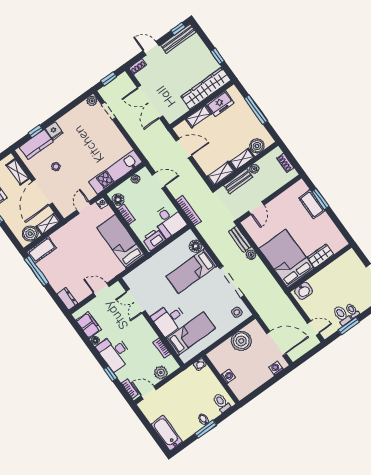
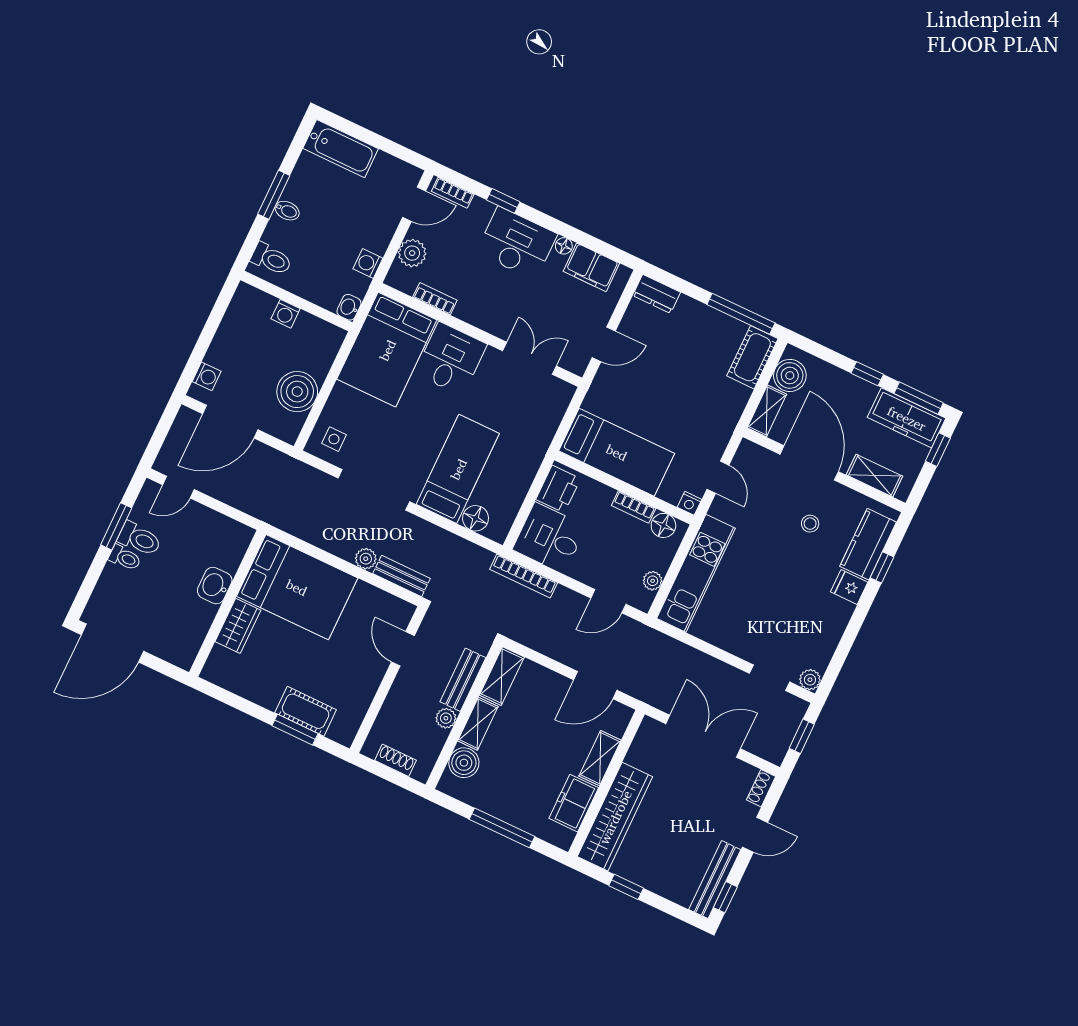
washbasin: (304, 291) -> (215, 586), moved
bed: (191, 334) -> (387, 350), width x1.50
washing machine: (182, 378) -> (368, 263), added

